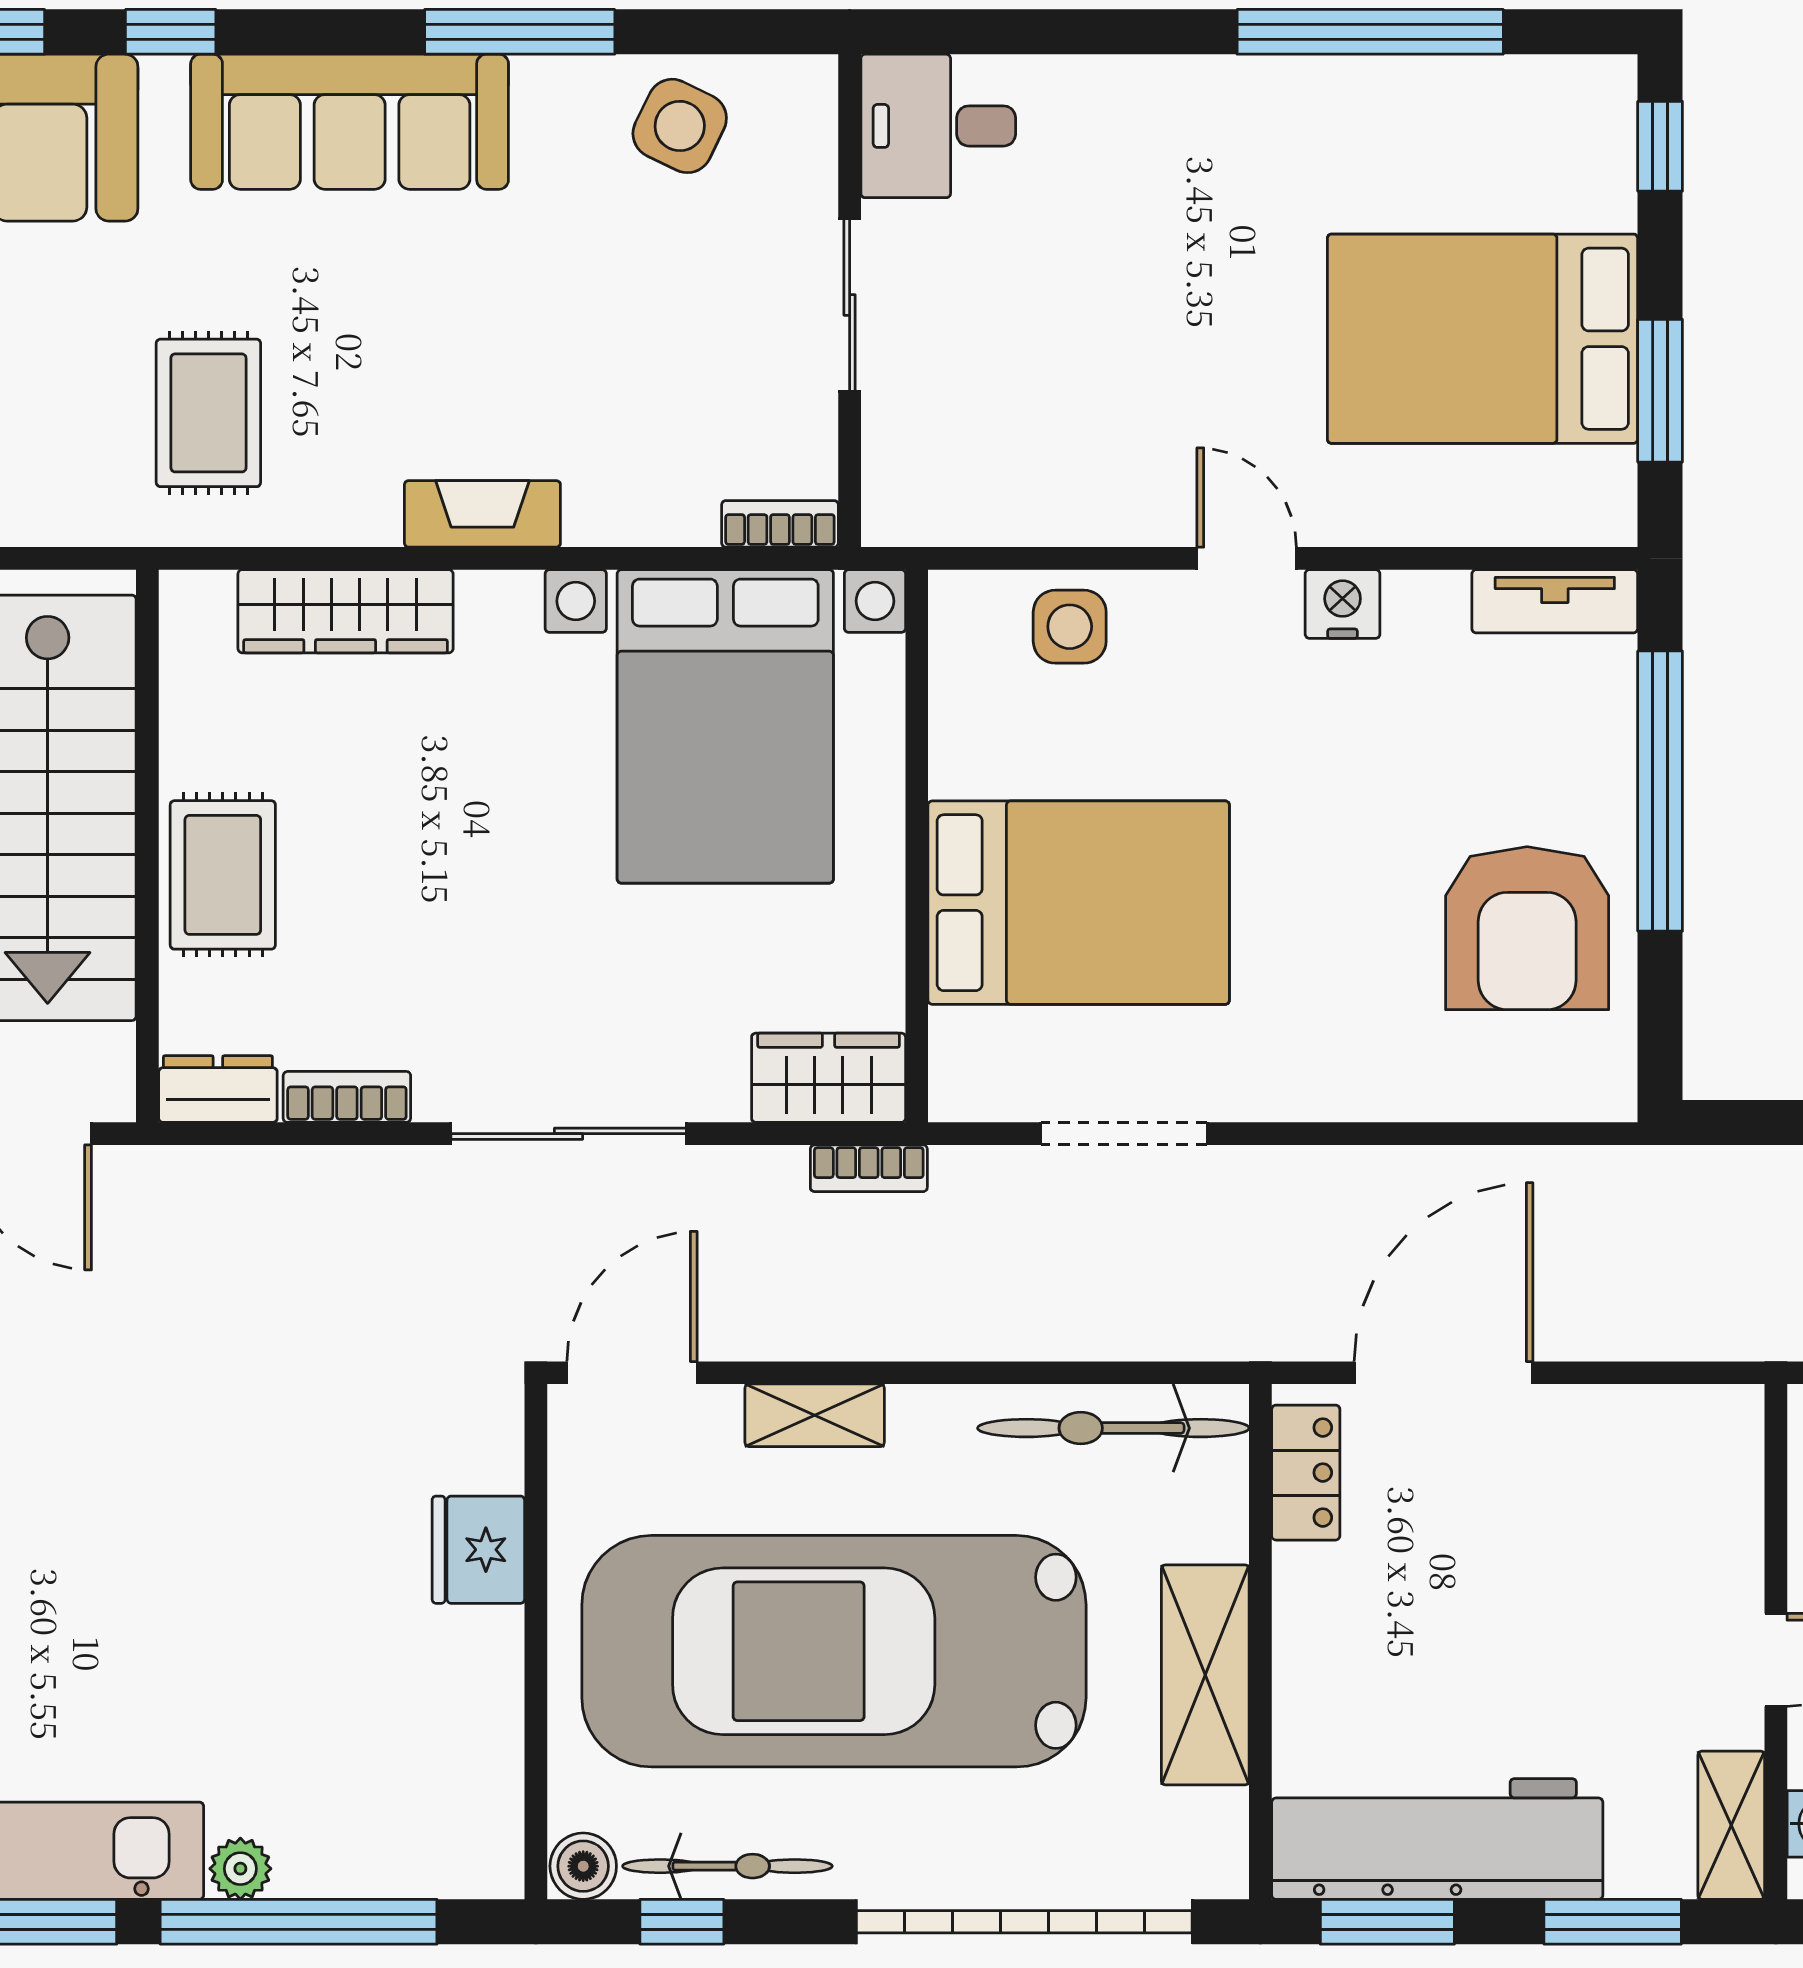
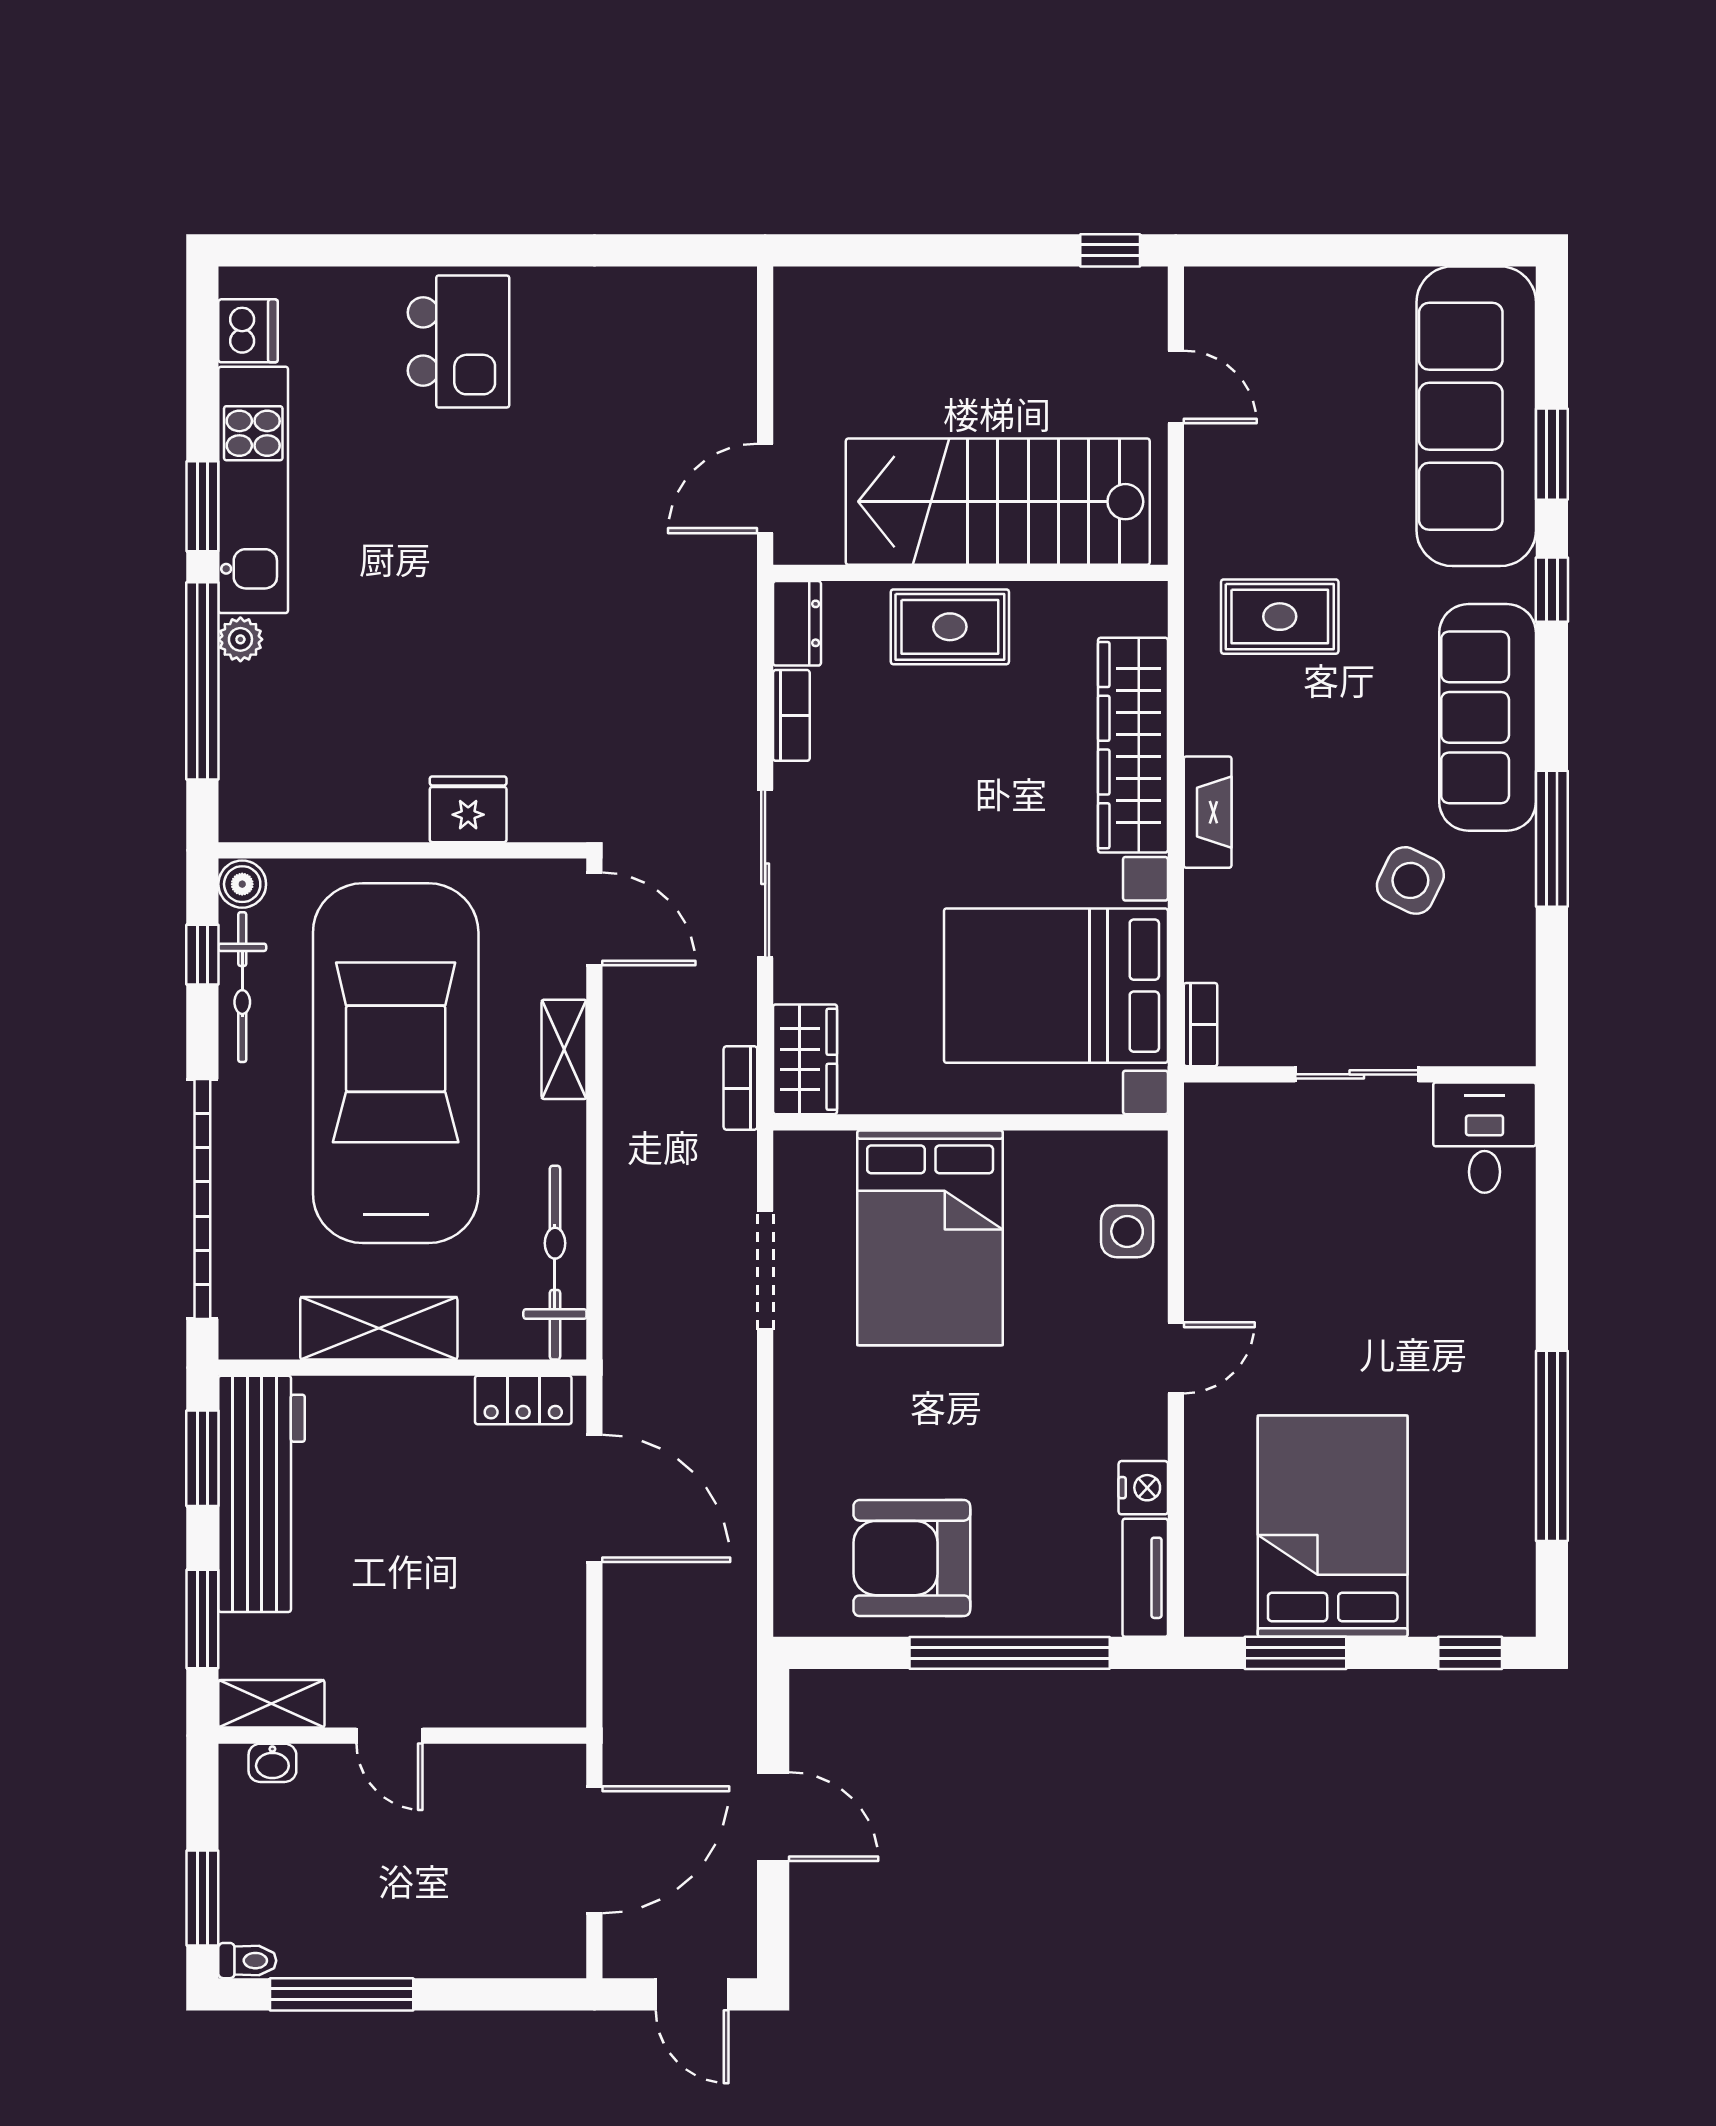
side table: (680, 126) -> (1410, 880), moved
nightstand: (1343, 604) -> (1143, 1488), moved
wardrobe: (346, 611) -> (1133, 745), width x1.40, depth x1.17

